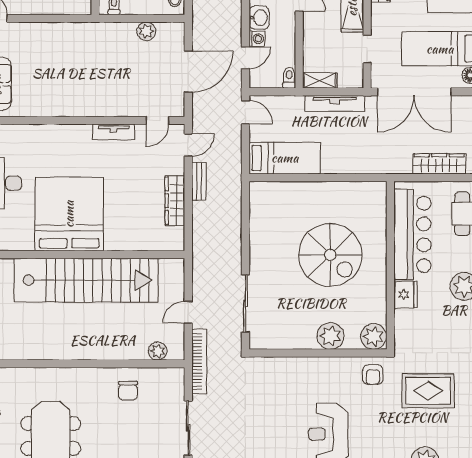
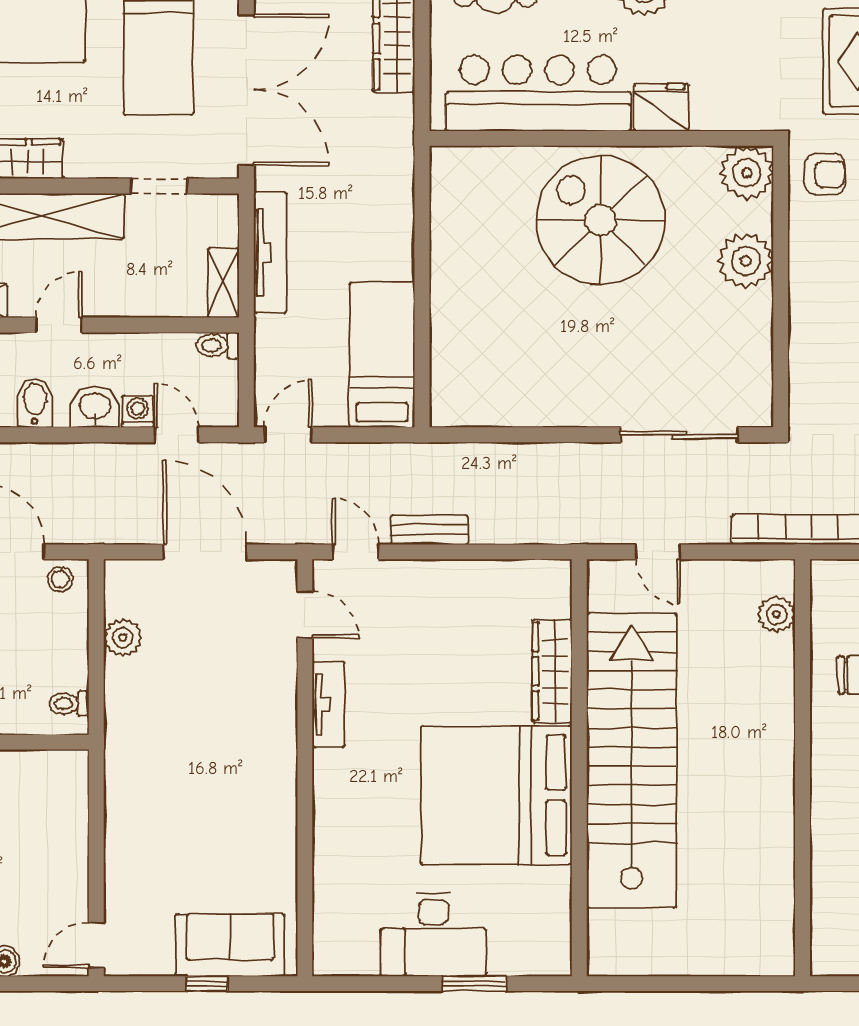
wardrobe: (175, 201) -> (552, 671), moved, turned 90
spiral stairs: (330, 255) -> (601, 220), moved, turned -90
door: (188, 312) -> (658, 552), moved

